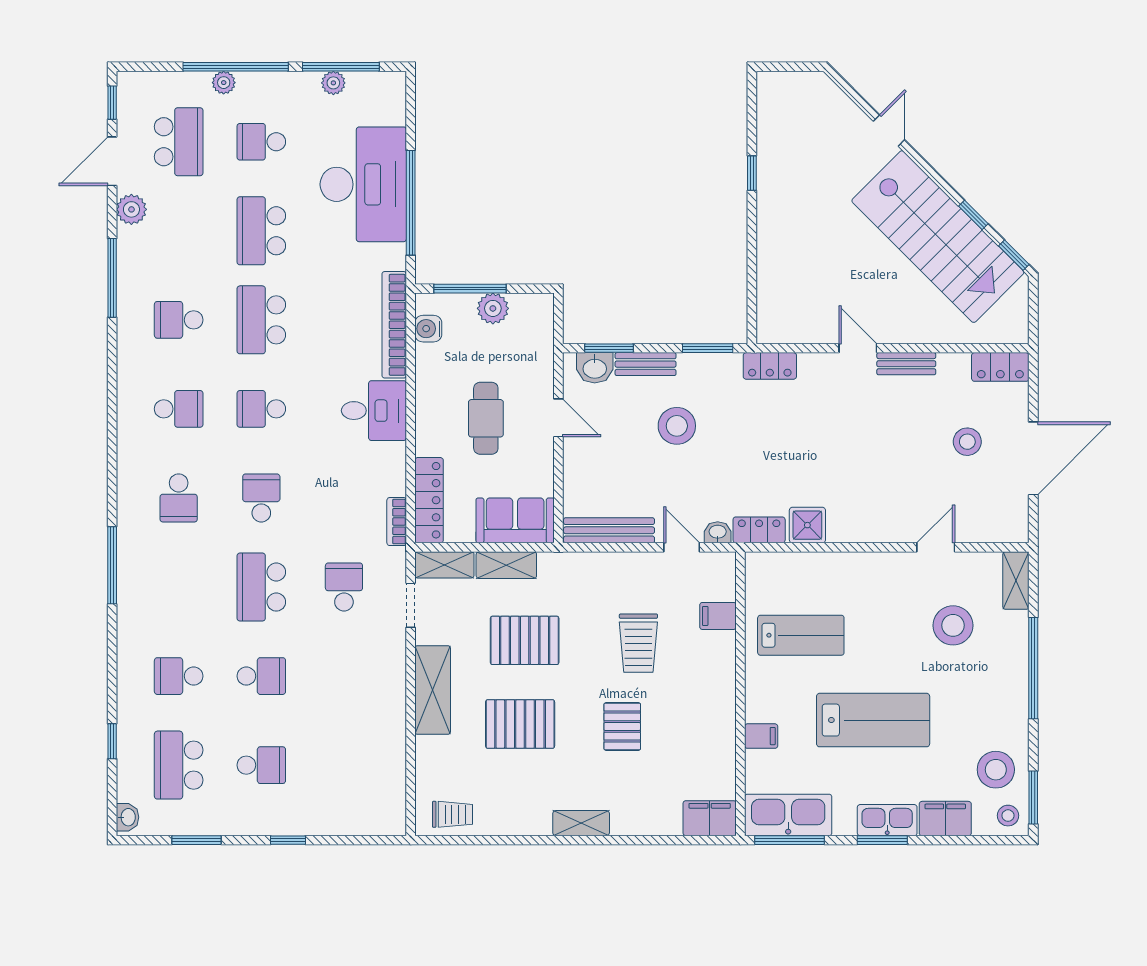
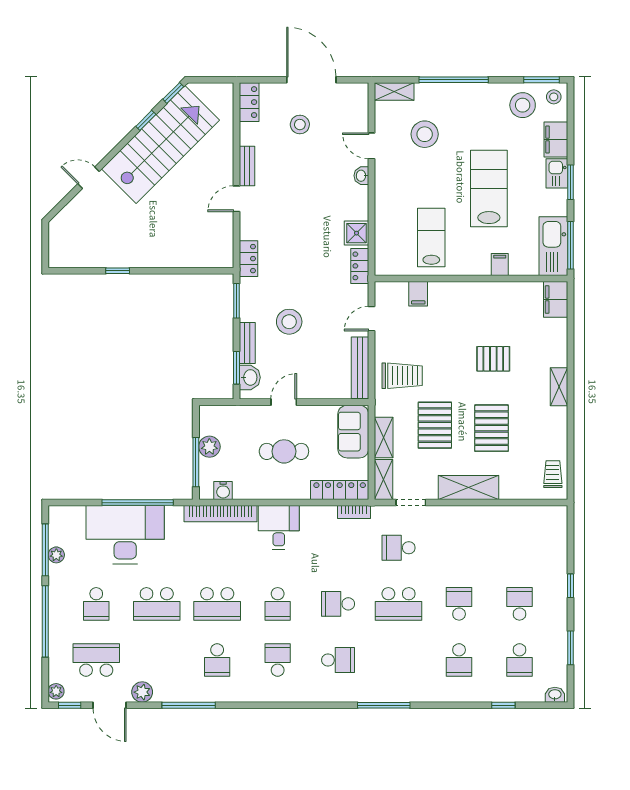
plant: (224, 83) -> (56, 691), moved
washbasin: (718, 532) -> (361, 176), moved
trolley: (638, 643) -> (402, 376), moved
school desk: (179, 765) -> (519, 660), width x0.54
kitchen sink: (887, 820) -> (557, 173), width x0.73

